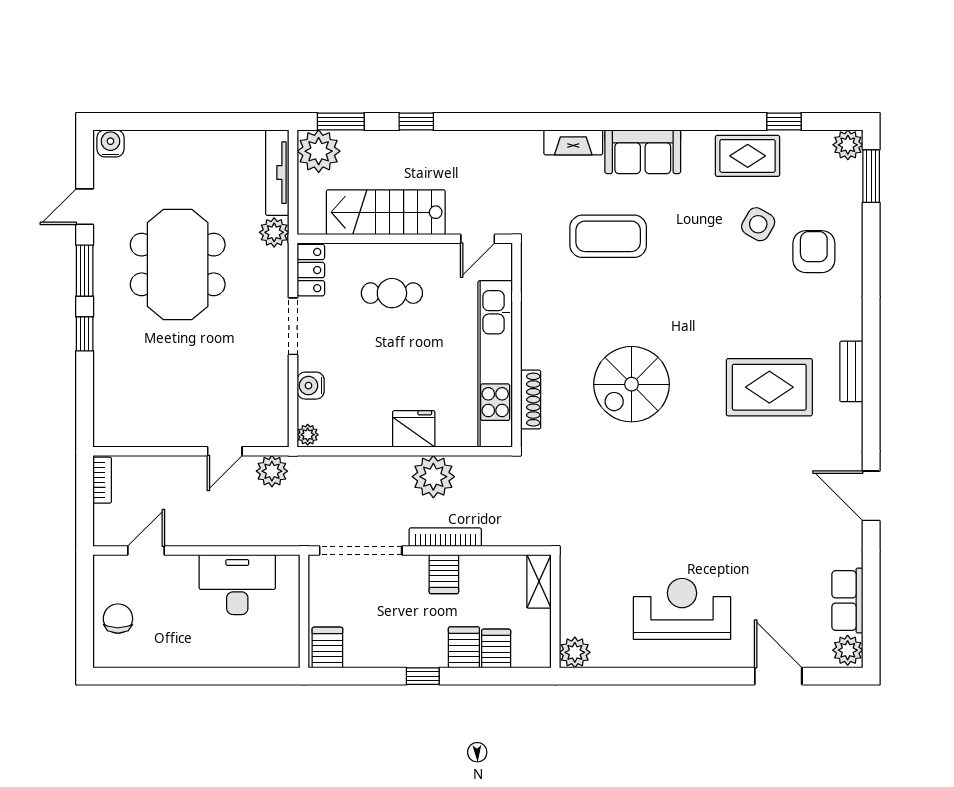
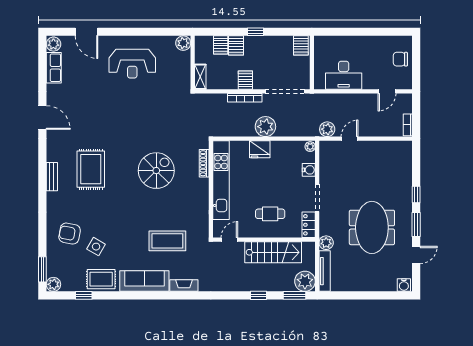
sofa: (643, 152) -> (144, 281), width x1.36
armchair: (814, 252) -> (70, 234), turned 101
rug: (769, 387) -> (91, 169), turned 90
plant: (433, 477) -> (265, 127), moved
chair: (118, 619) -> (400, 59), turned 90

